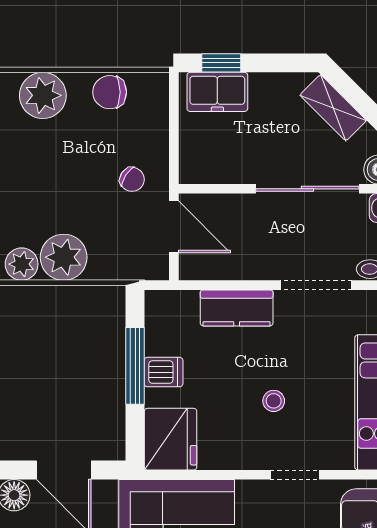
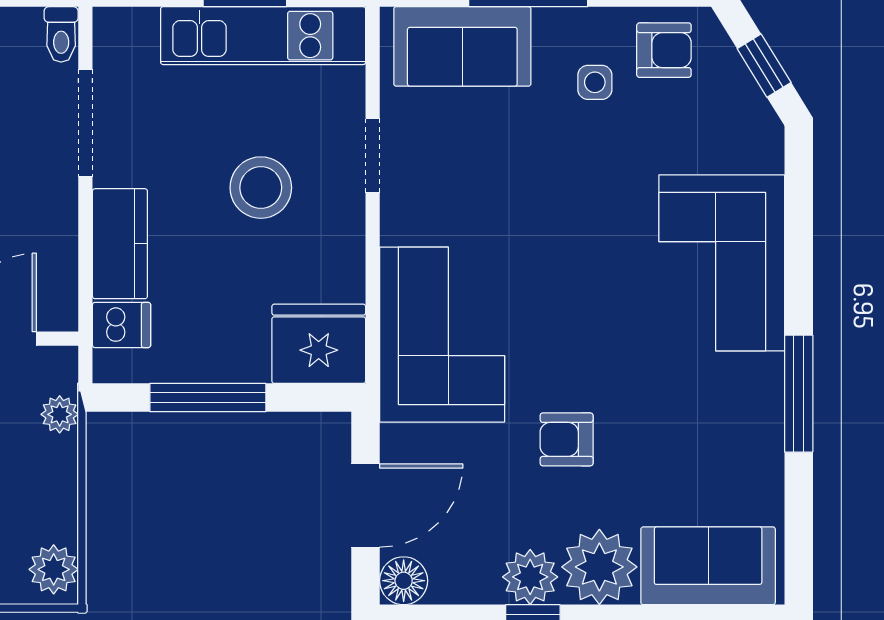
plant: (64, 257) -> (60, 414), moved, width x0.53, depth x0.53
dishwasher: (164, 372) -> (122, 325), moved, turned 90
stool: (274, 401) -> (261, 188), width x1.89, depth x1.89

